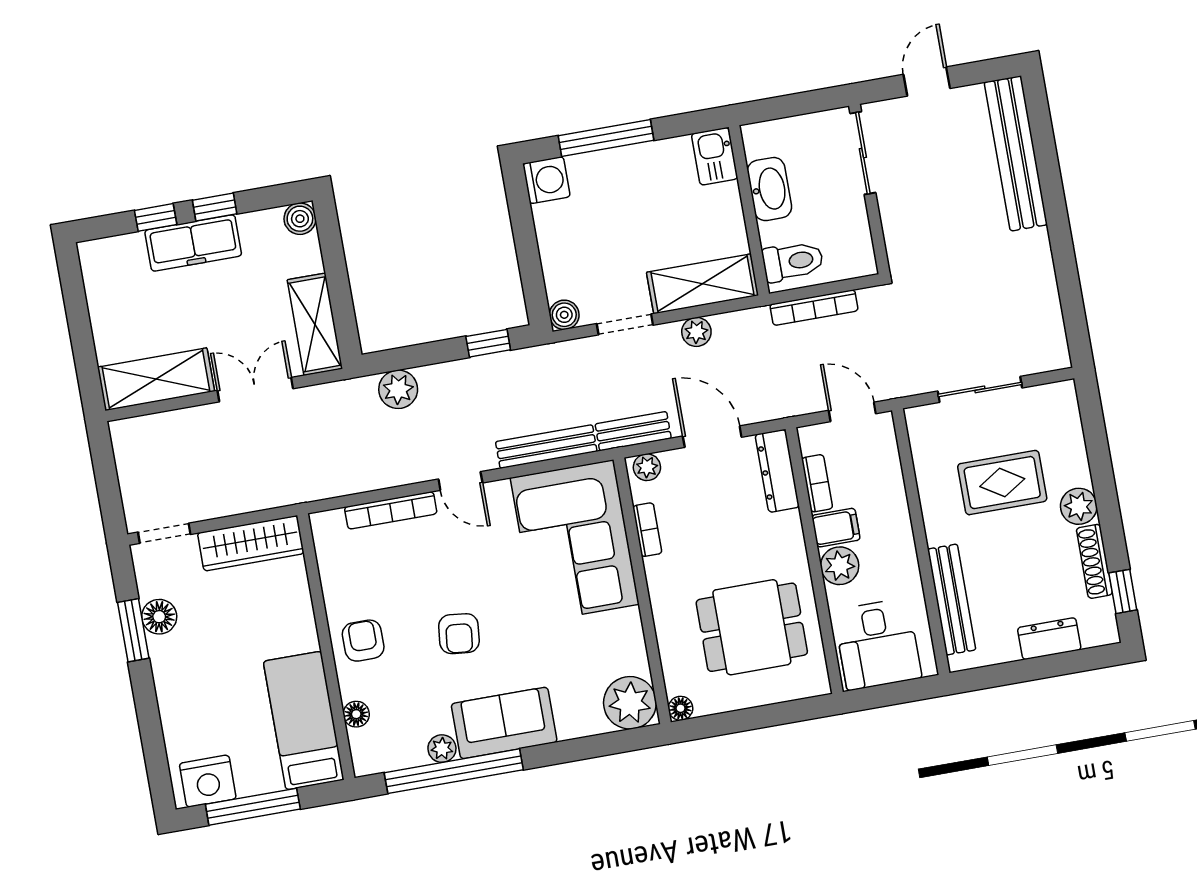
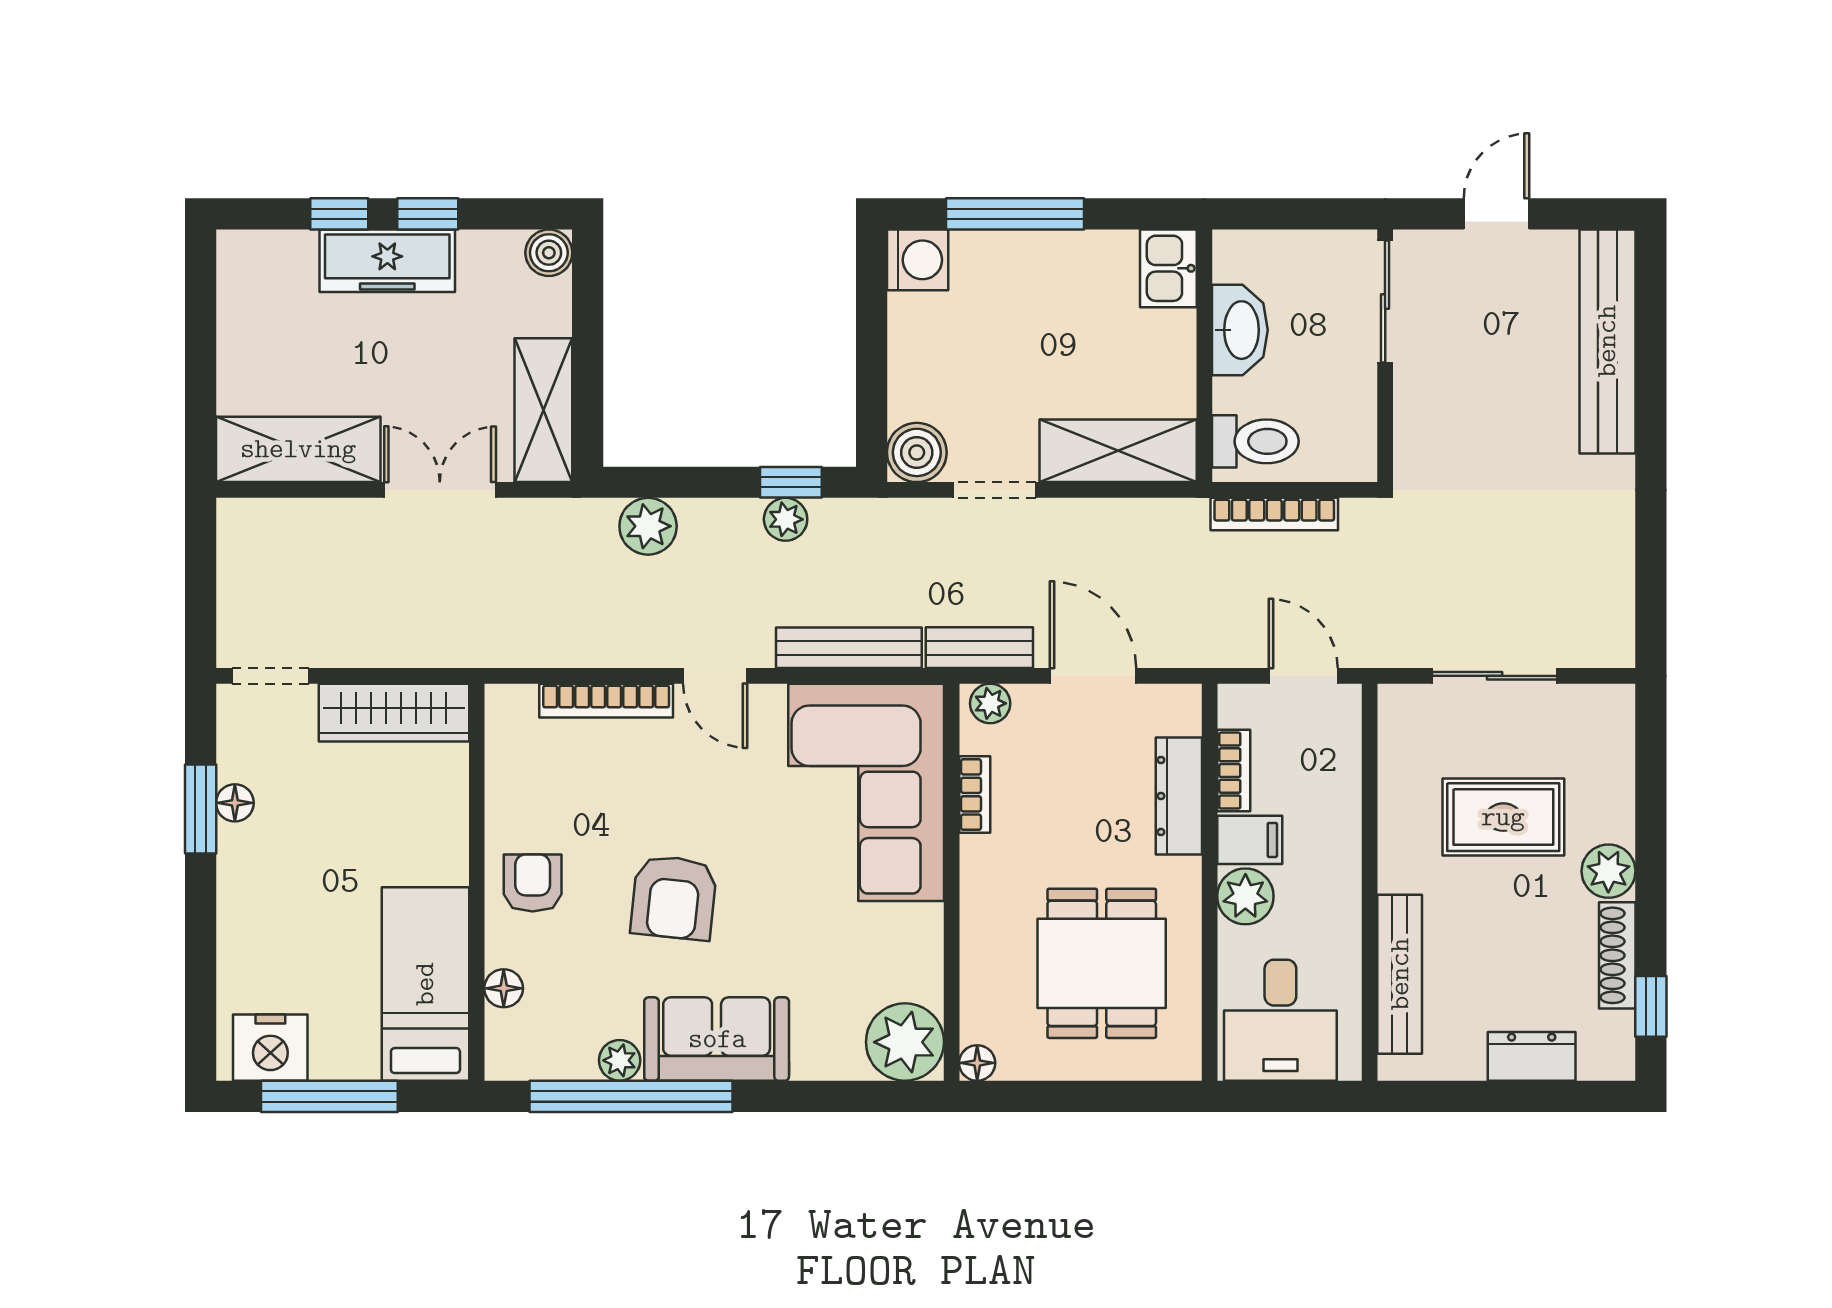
boiler: (564, 315) -> (917, 452), width x1.36, depth x1.36
plant: (696, 332) -> (786, 519), moved
dresser: (777, 471) -> (1179, 796), moved
floor lamp: (159, 617) -> (235, 803), width x0.73, depth x0.73
dining table: (752, 627) -> (1102, 963), turned 90
armchair: (459, 634) -> (674, 897), width x1.38, depth x1.38

